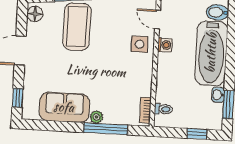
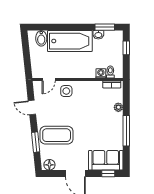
washing machine: (165, 45) -> (101, 73), moved
sofa: (64, 107) -> (106, 160), moved, turned 90
plant: (97, 117) -> (118, 107), moved
window: (106, 129) -> (126, 131), moved

